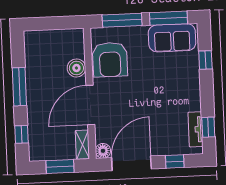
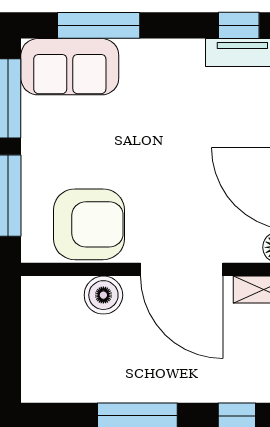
sofa: (172, 38) -> (70, 67), moved, turned 90
window: (205, 60) -> (99, 25), width x2.17

